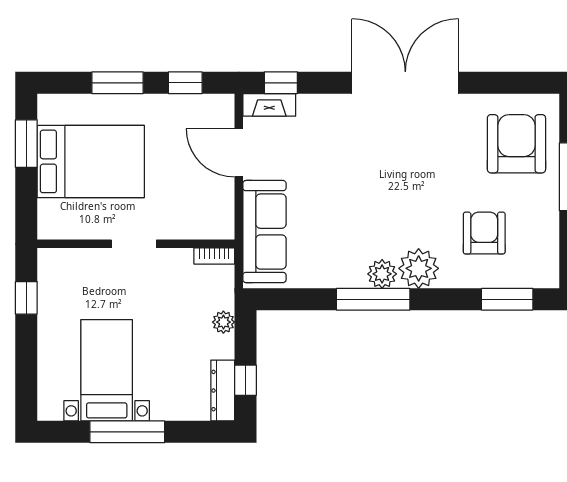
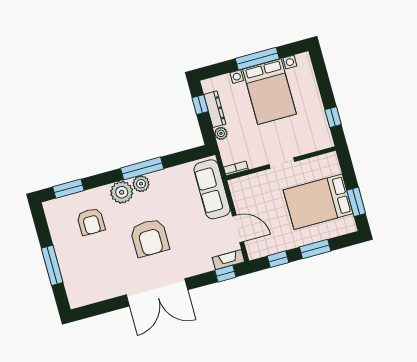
armchair: (516, 144) -> (150, 238), moved
bed with nightstands: (107, 370) -> (269, 92), width x1.36
dresser: (223, 391) -> (215, 109), moved

